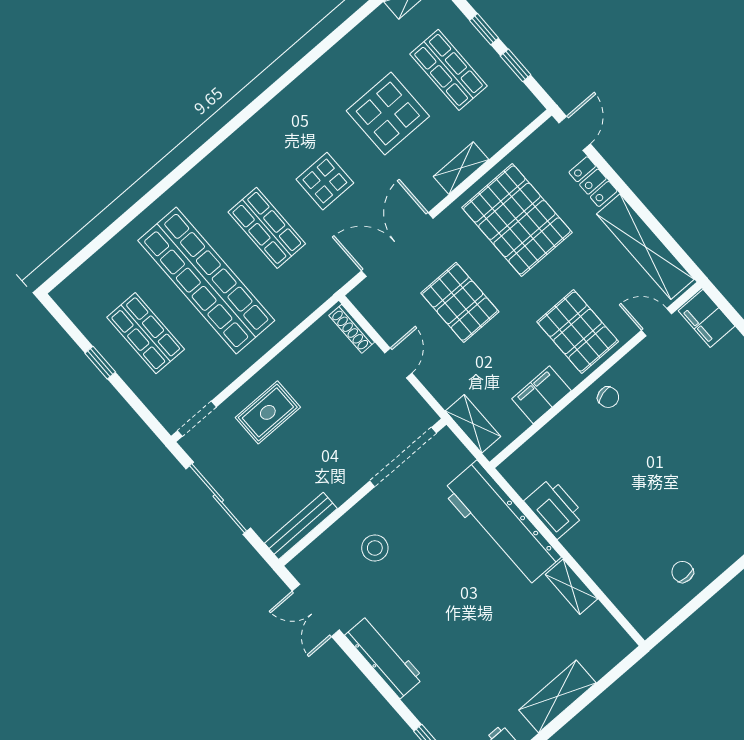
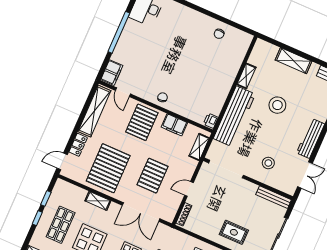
printer: (554, 508) -> (211, 121), moved, width x0.53, depth x0.68
stool: (483, 622) -> (277, 105), added

